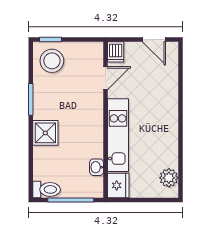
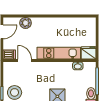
plant: (169, 178) -> (26, 23), moved

